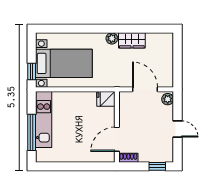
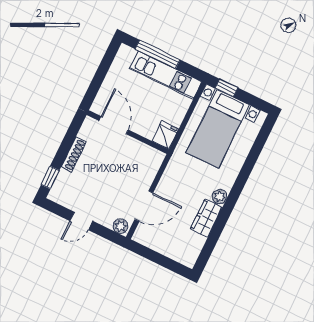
fridge: (106, 99) -> (165, 135), moved
wall: (117, 127) -> (128, 132), moved
door: (117, 139) -> (114, 125), moved
shoe rack: (128, 158) -> (74, 154), width x1.43

